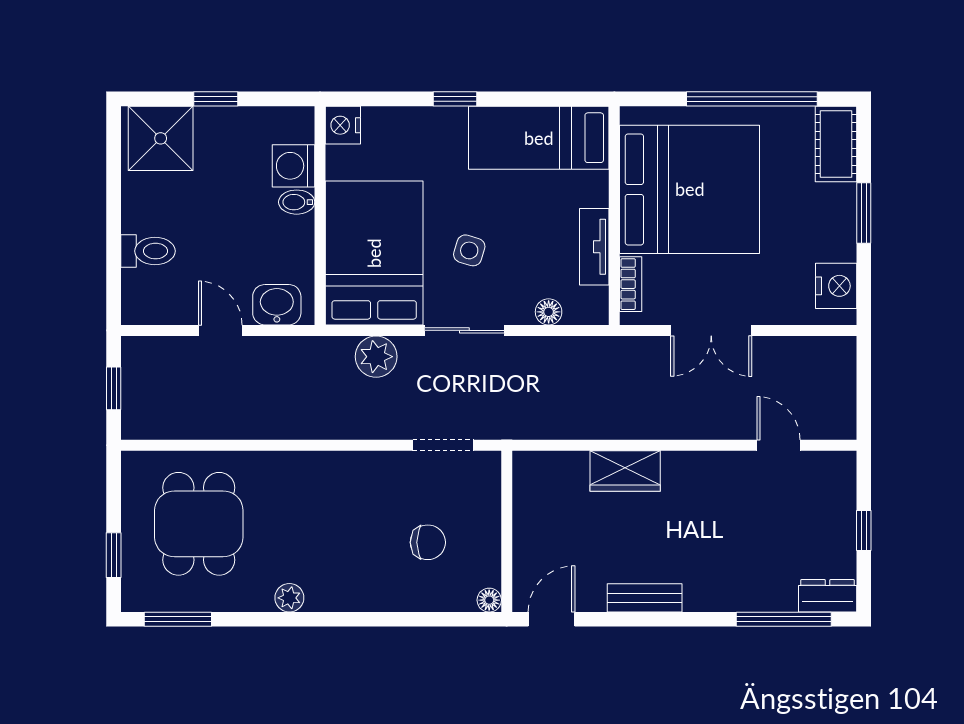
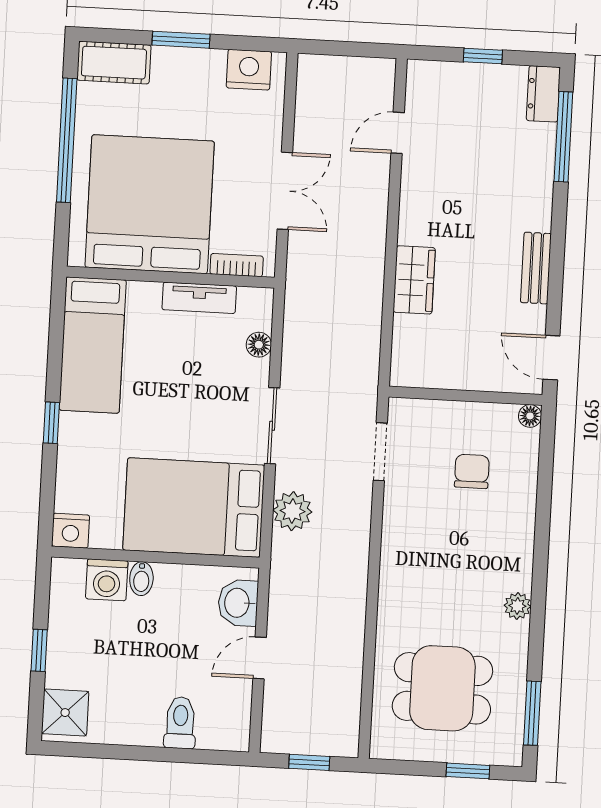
shower: (161, 138) -> (65, 713), width x0.73, depth x0.73
side table: (469, 250) -> (196, 417), removed

